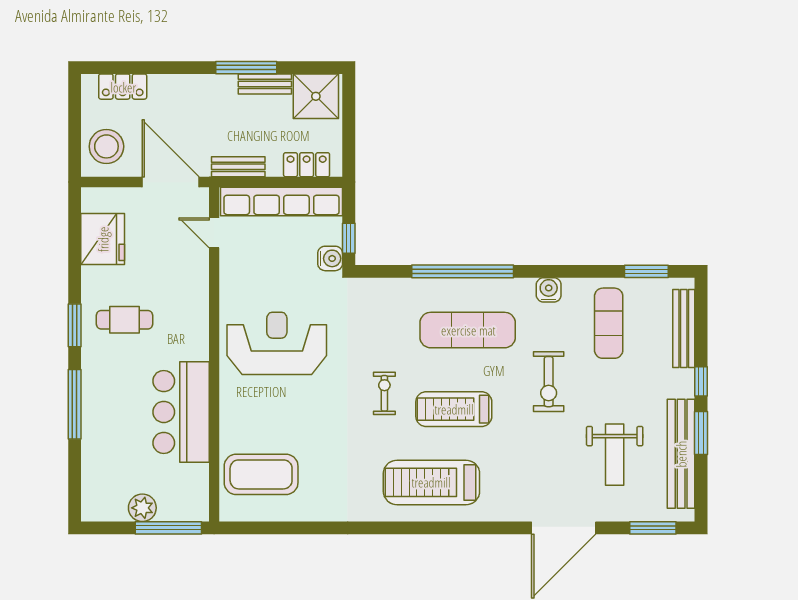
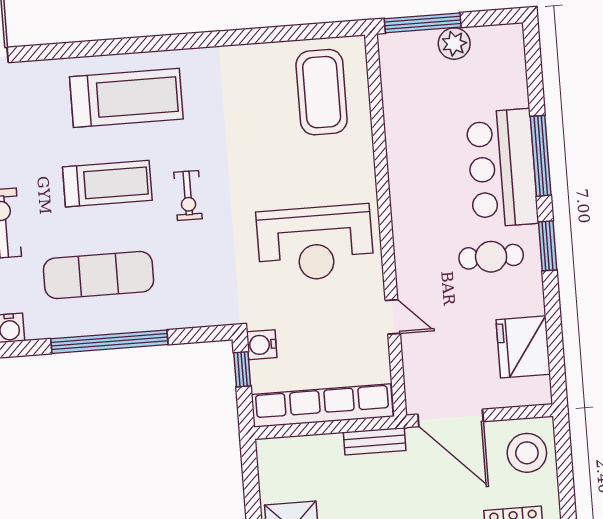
locker: (307, 165) -> (297, 450), removed
door: (214, 233) -> (393, 317), moved
bar counter: (181, 412) -> (502, 168), moved, turned 180
coffee table: (261, 474) -> (322, 92), turned 90

